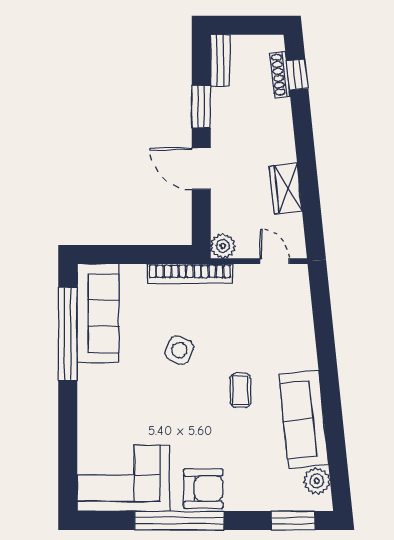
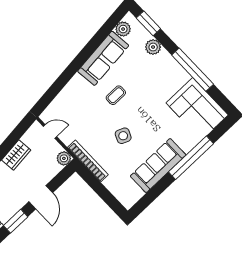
door: (275, 261) -> (50, 131), swing flipped
sofa: (98, 313) -> (158, 166), moved
window: (68, 334) -> (191, 158), moved
armchair: (203, 489) -> (170, 72), removed
plant: (257, 497) -> (153, 47), added

